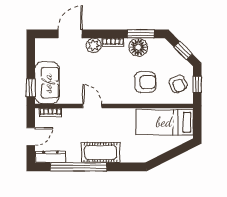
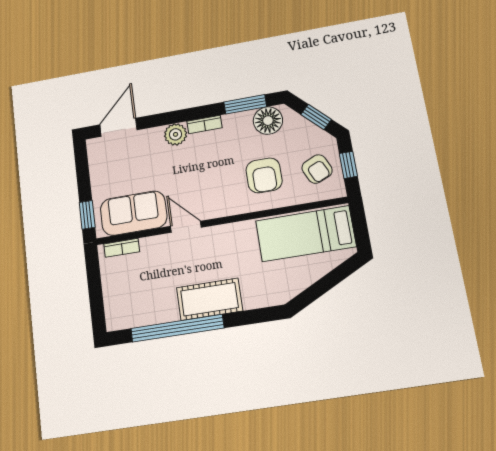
door: (70, 34) -> (118, 127), moved
floor lamp: (138, 47) -> (268, 121), moved
armchair: (145, 82) -> (264, 175), turned 90
sofa: (47, 83) -> (134, 213), moved, turned -90
door: (31, 136) -> (95, 291), removed
dresser: (50, 157) -> (130, 319), removed

